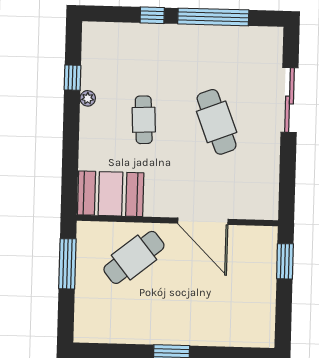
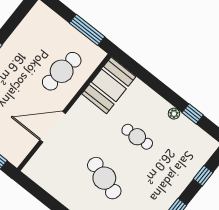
window: (152, 15) -> (203, 176), moved
cafe table: (217, 122) -> (104, 178), turned 39
cafe table: (134, 257) -> (62, 71), turned 46

